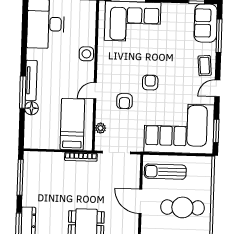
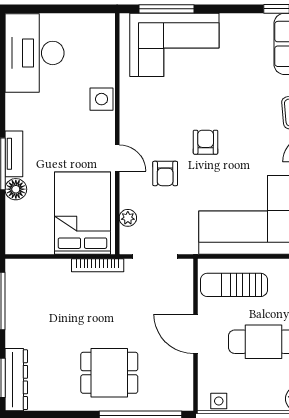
tv unit: (31, 80) -> (14, 154), width x0.71
door: (95, 91) -> (117, 158), swing flipped
bed: (72, 124) -> (82, 213), width x1.50

